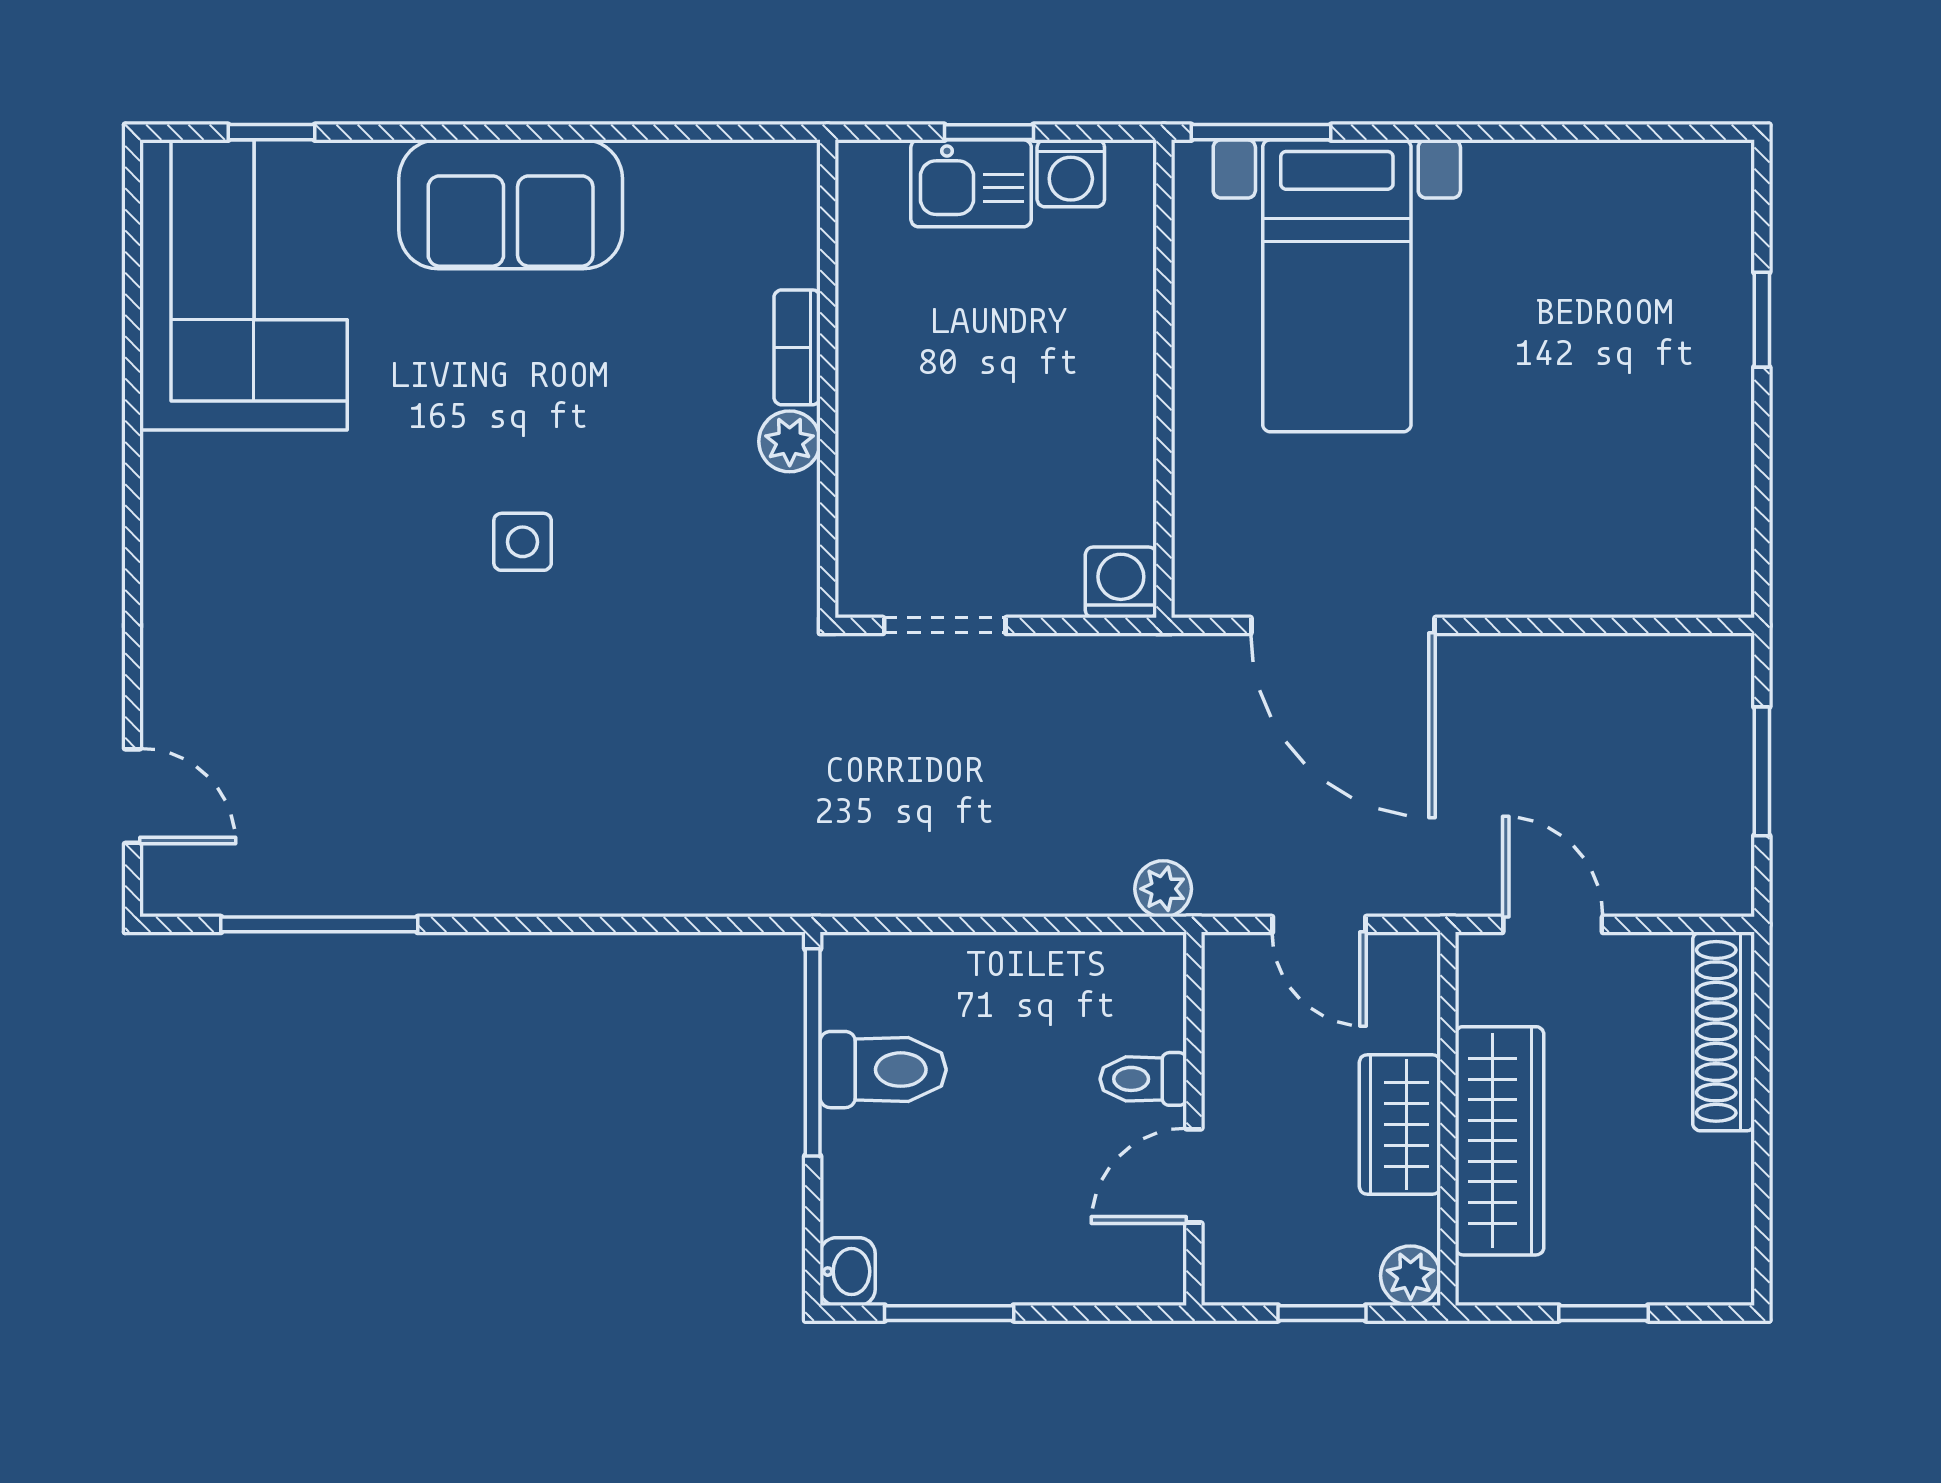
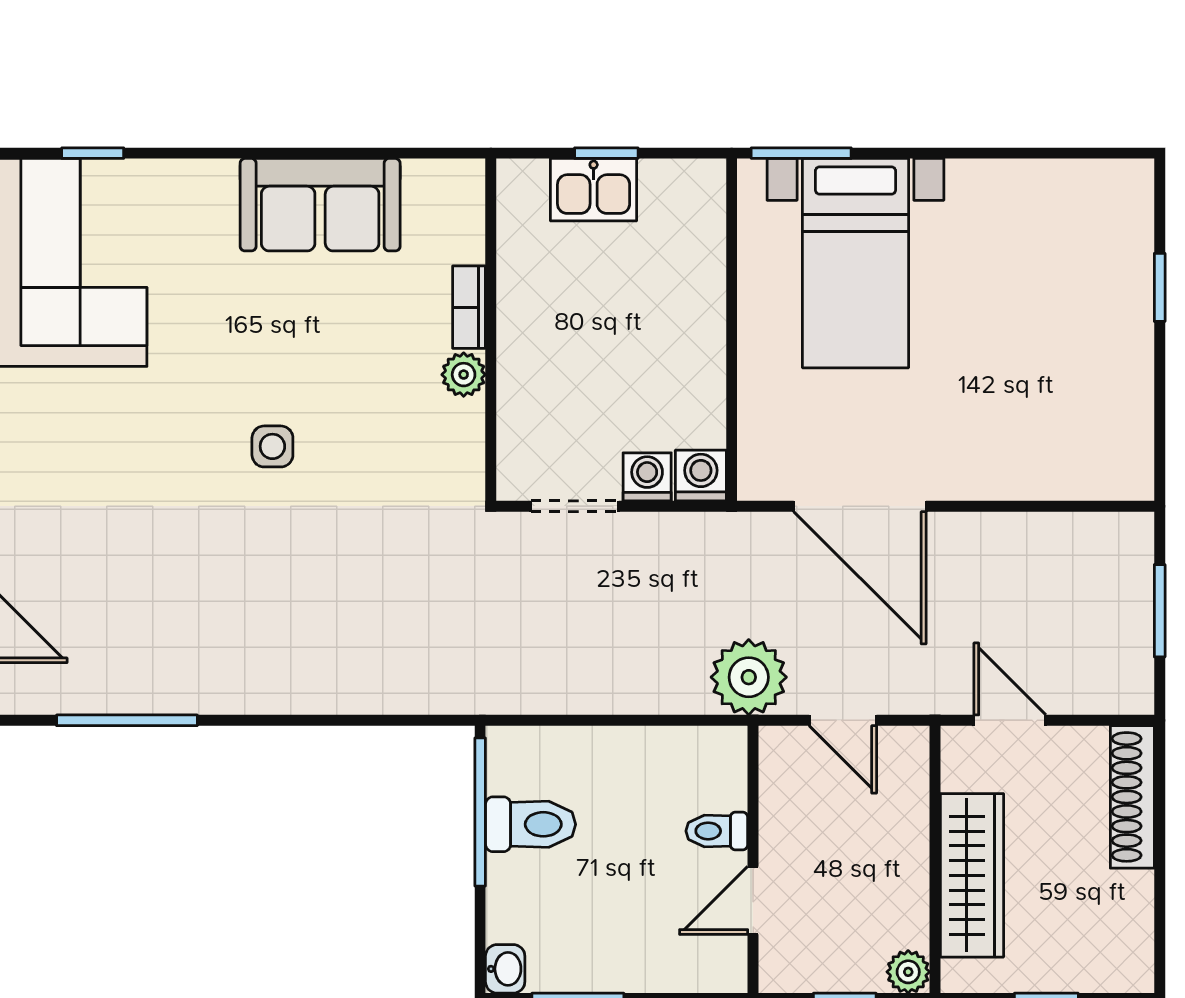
washing machine: (1071, 173) -> (647, 477), moved, turned 180
sofa: (511, 204) -> (320, 205), moved
plant: (1163, 889) -> (749, 677), width x1.88, depth x1.88
wardrobe: (1400, 1124) -> (901, 864), removed

